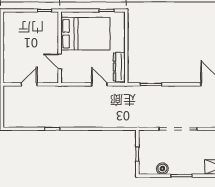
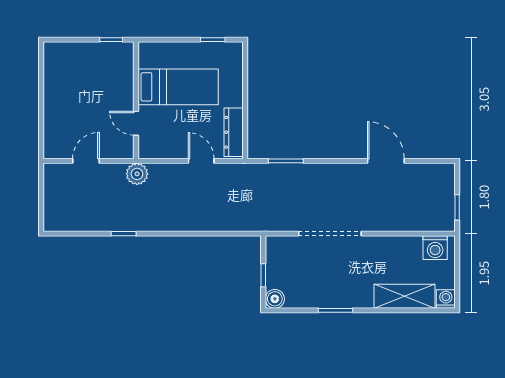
bed: (85, 34) -> (178, 87), width x0.67
plant: (60, 92) -> (137, 174), added
boiler: (162, 169) -> (275, 299), moved

